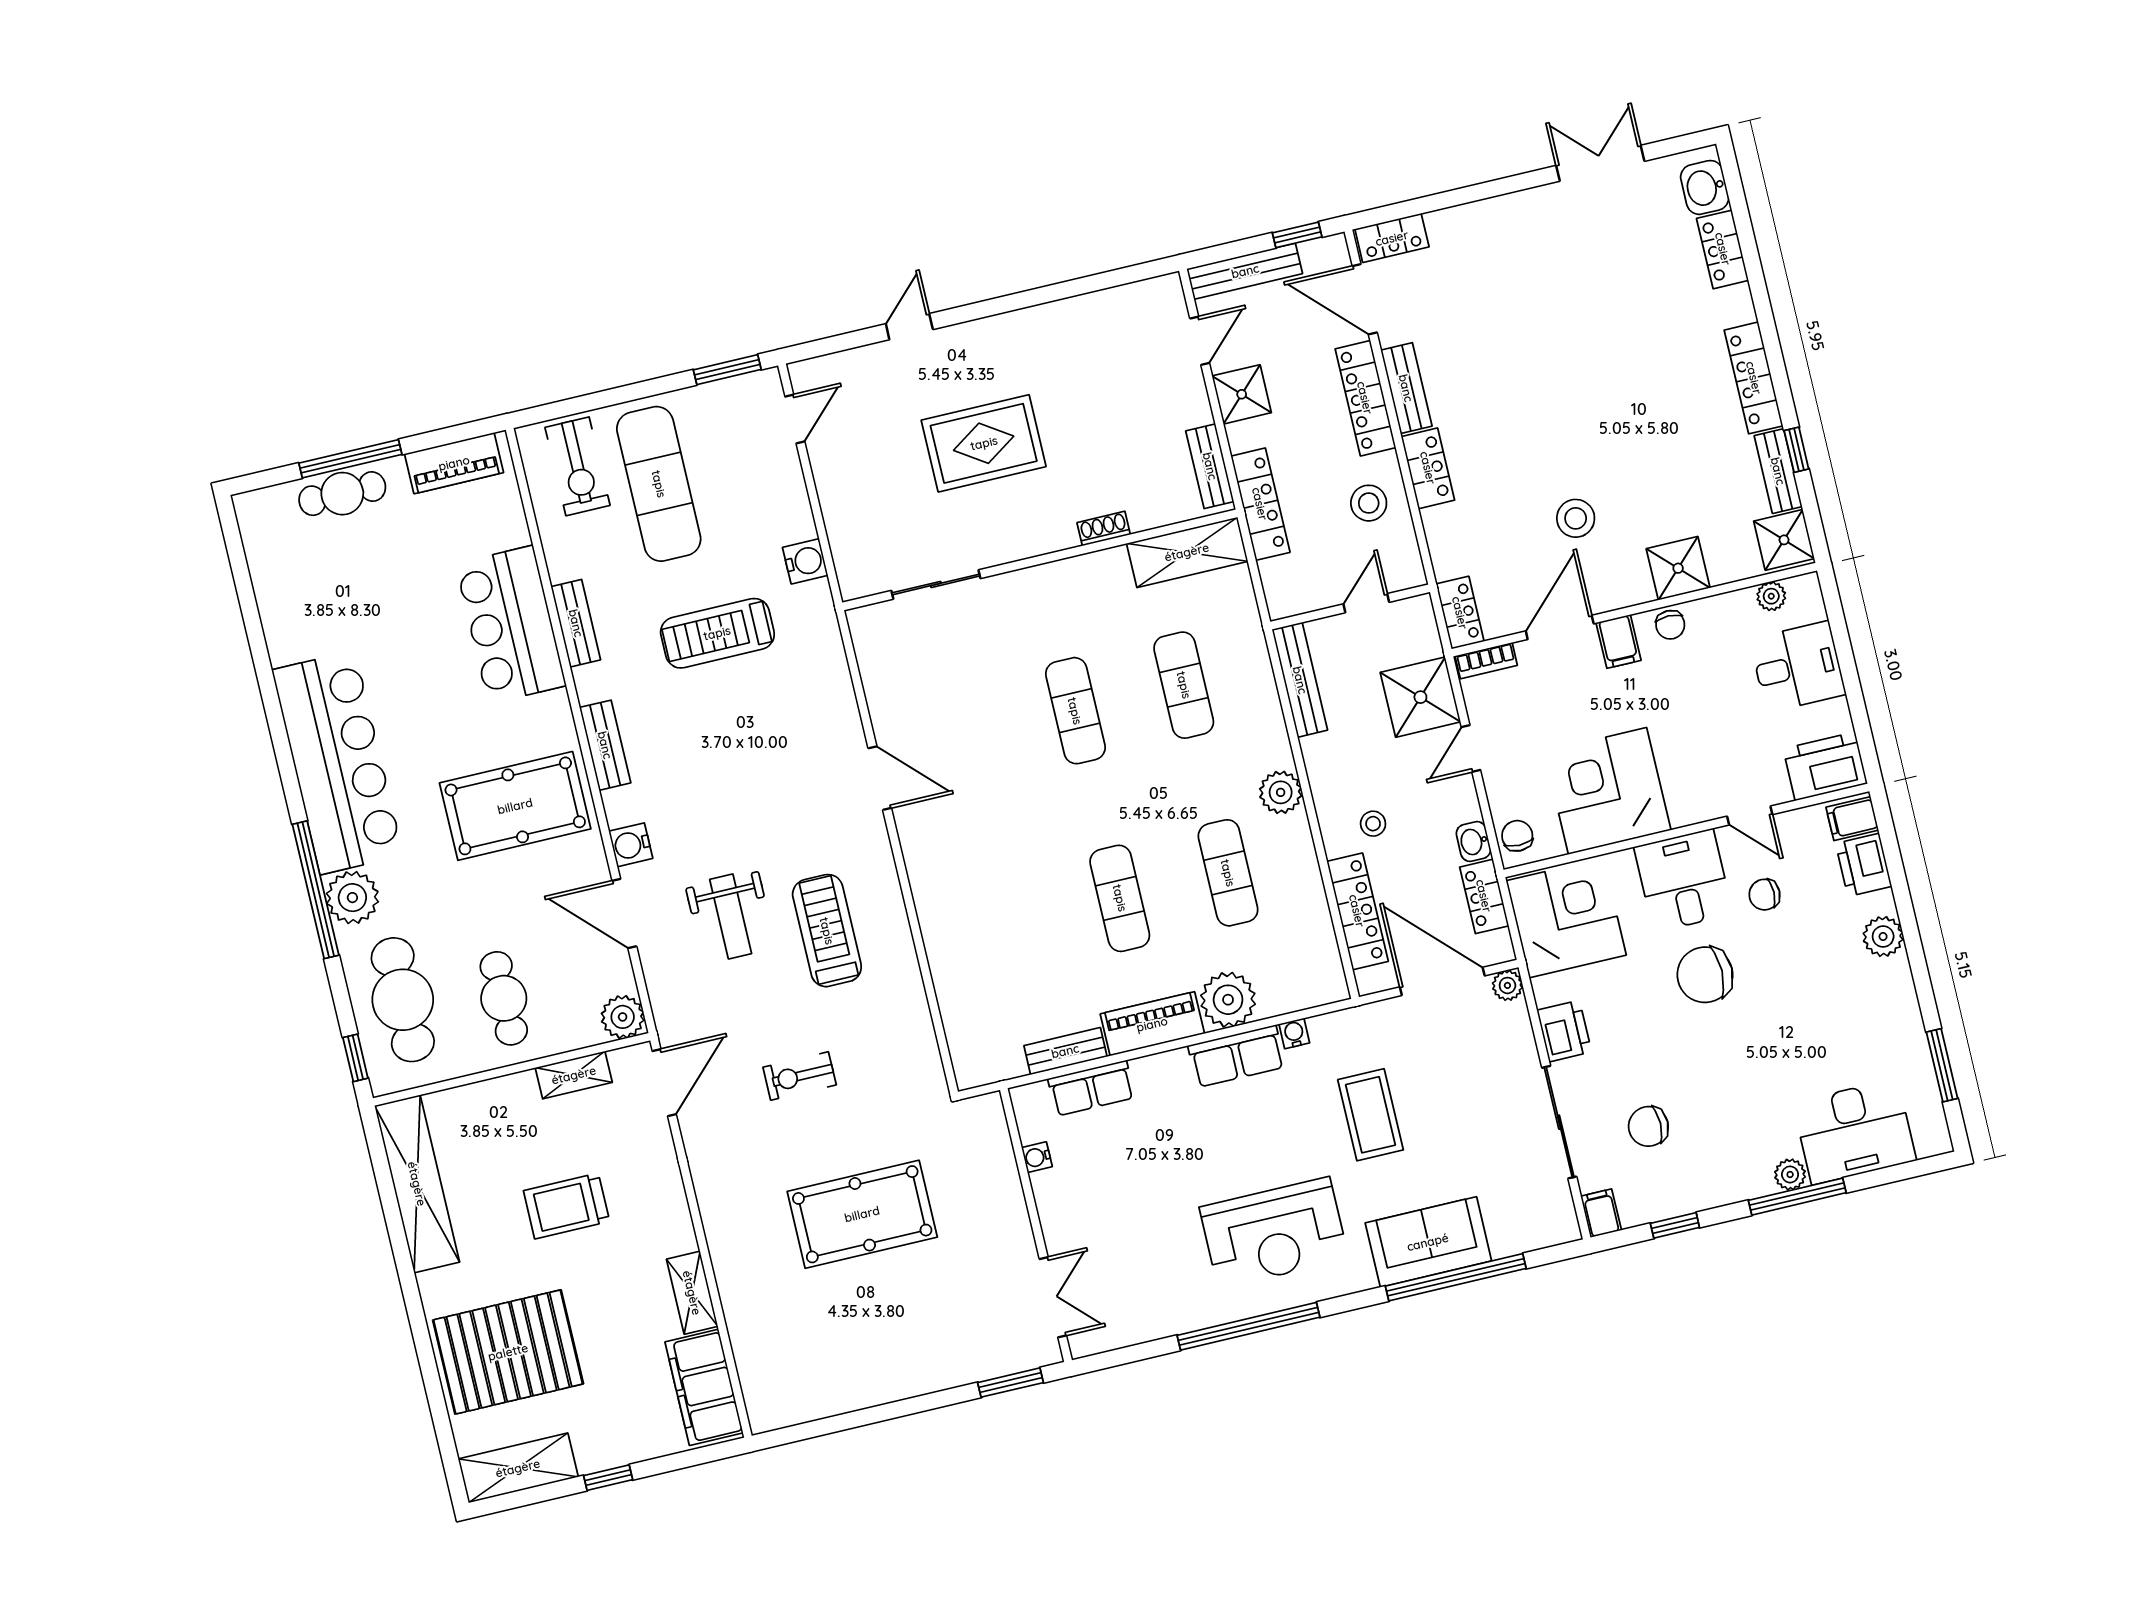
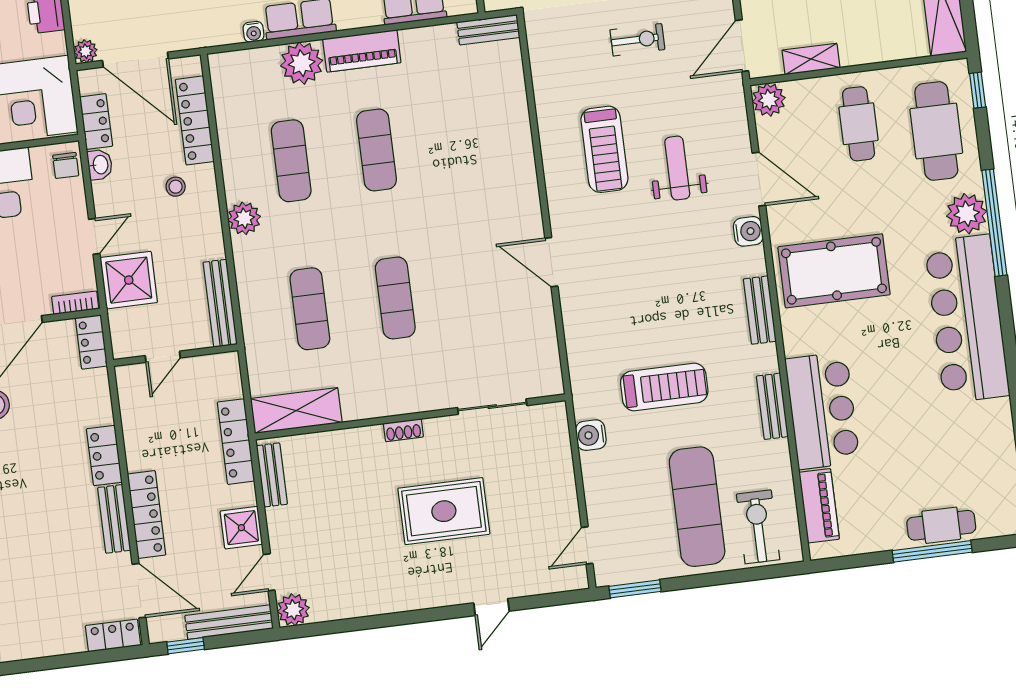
plant: (1164, 296) -> (293, 610), added
piano: (454, 463) -> (819, 506), moved, turned 90
stool: (1369, 503) -> (153, 434), removed
shoe rack: (1104, 529) -> (403, 430), moved
bench: (1065, 1051) -> (488, 30), moved

